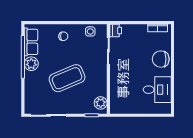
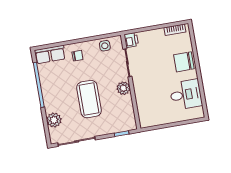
row of seats: (31, 42) -> (50, 55), moved, turned 90
plant: (31, 64) -> (54, 120), moved
coffee table: (67, 78) -> (89, 99), turned -67
plant: (101, 103) -> (123, 88), moved

